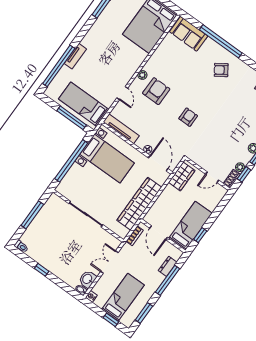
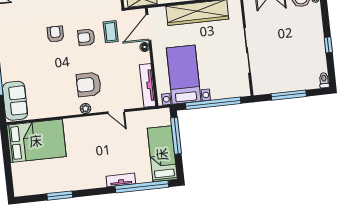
armchair: (221, 70) -> (55, 34), moved, turned -146
door: (122, 93) -> (116, 112), swing flipped
bed: (84, 104) -> (162, 154), moved, turned 180
coffee table: (178, 136) -> (111, 32), added

